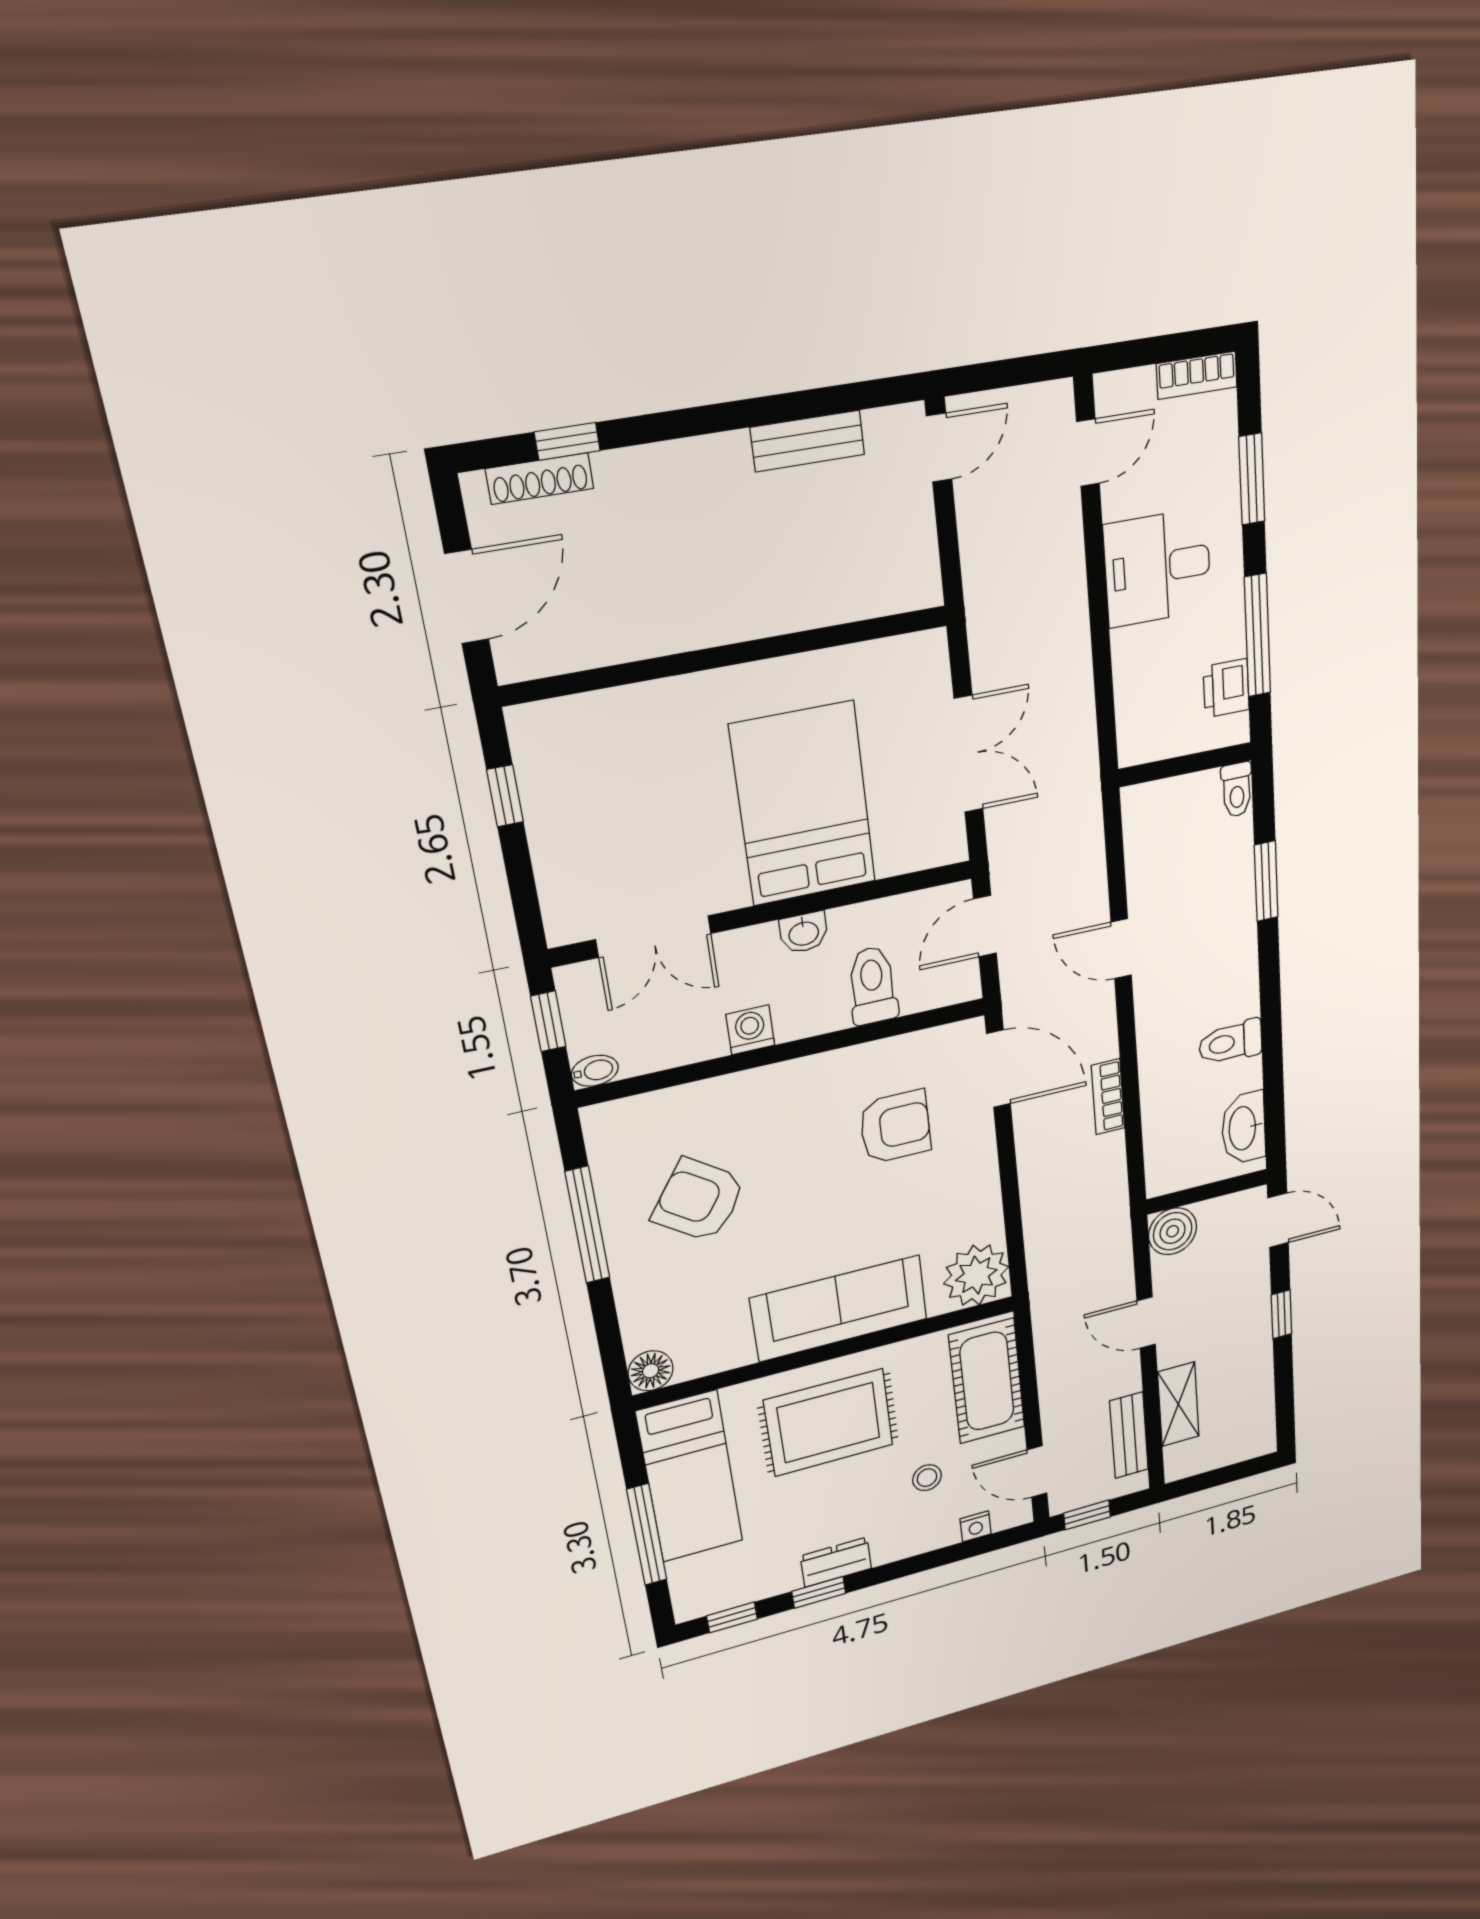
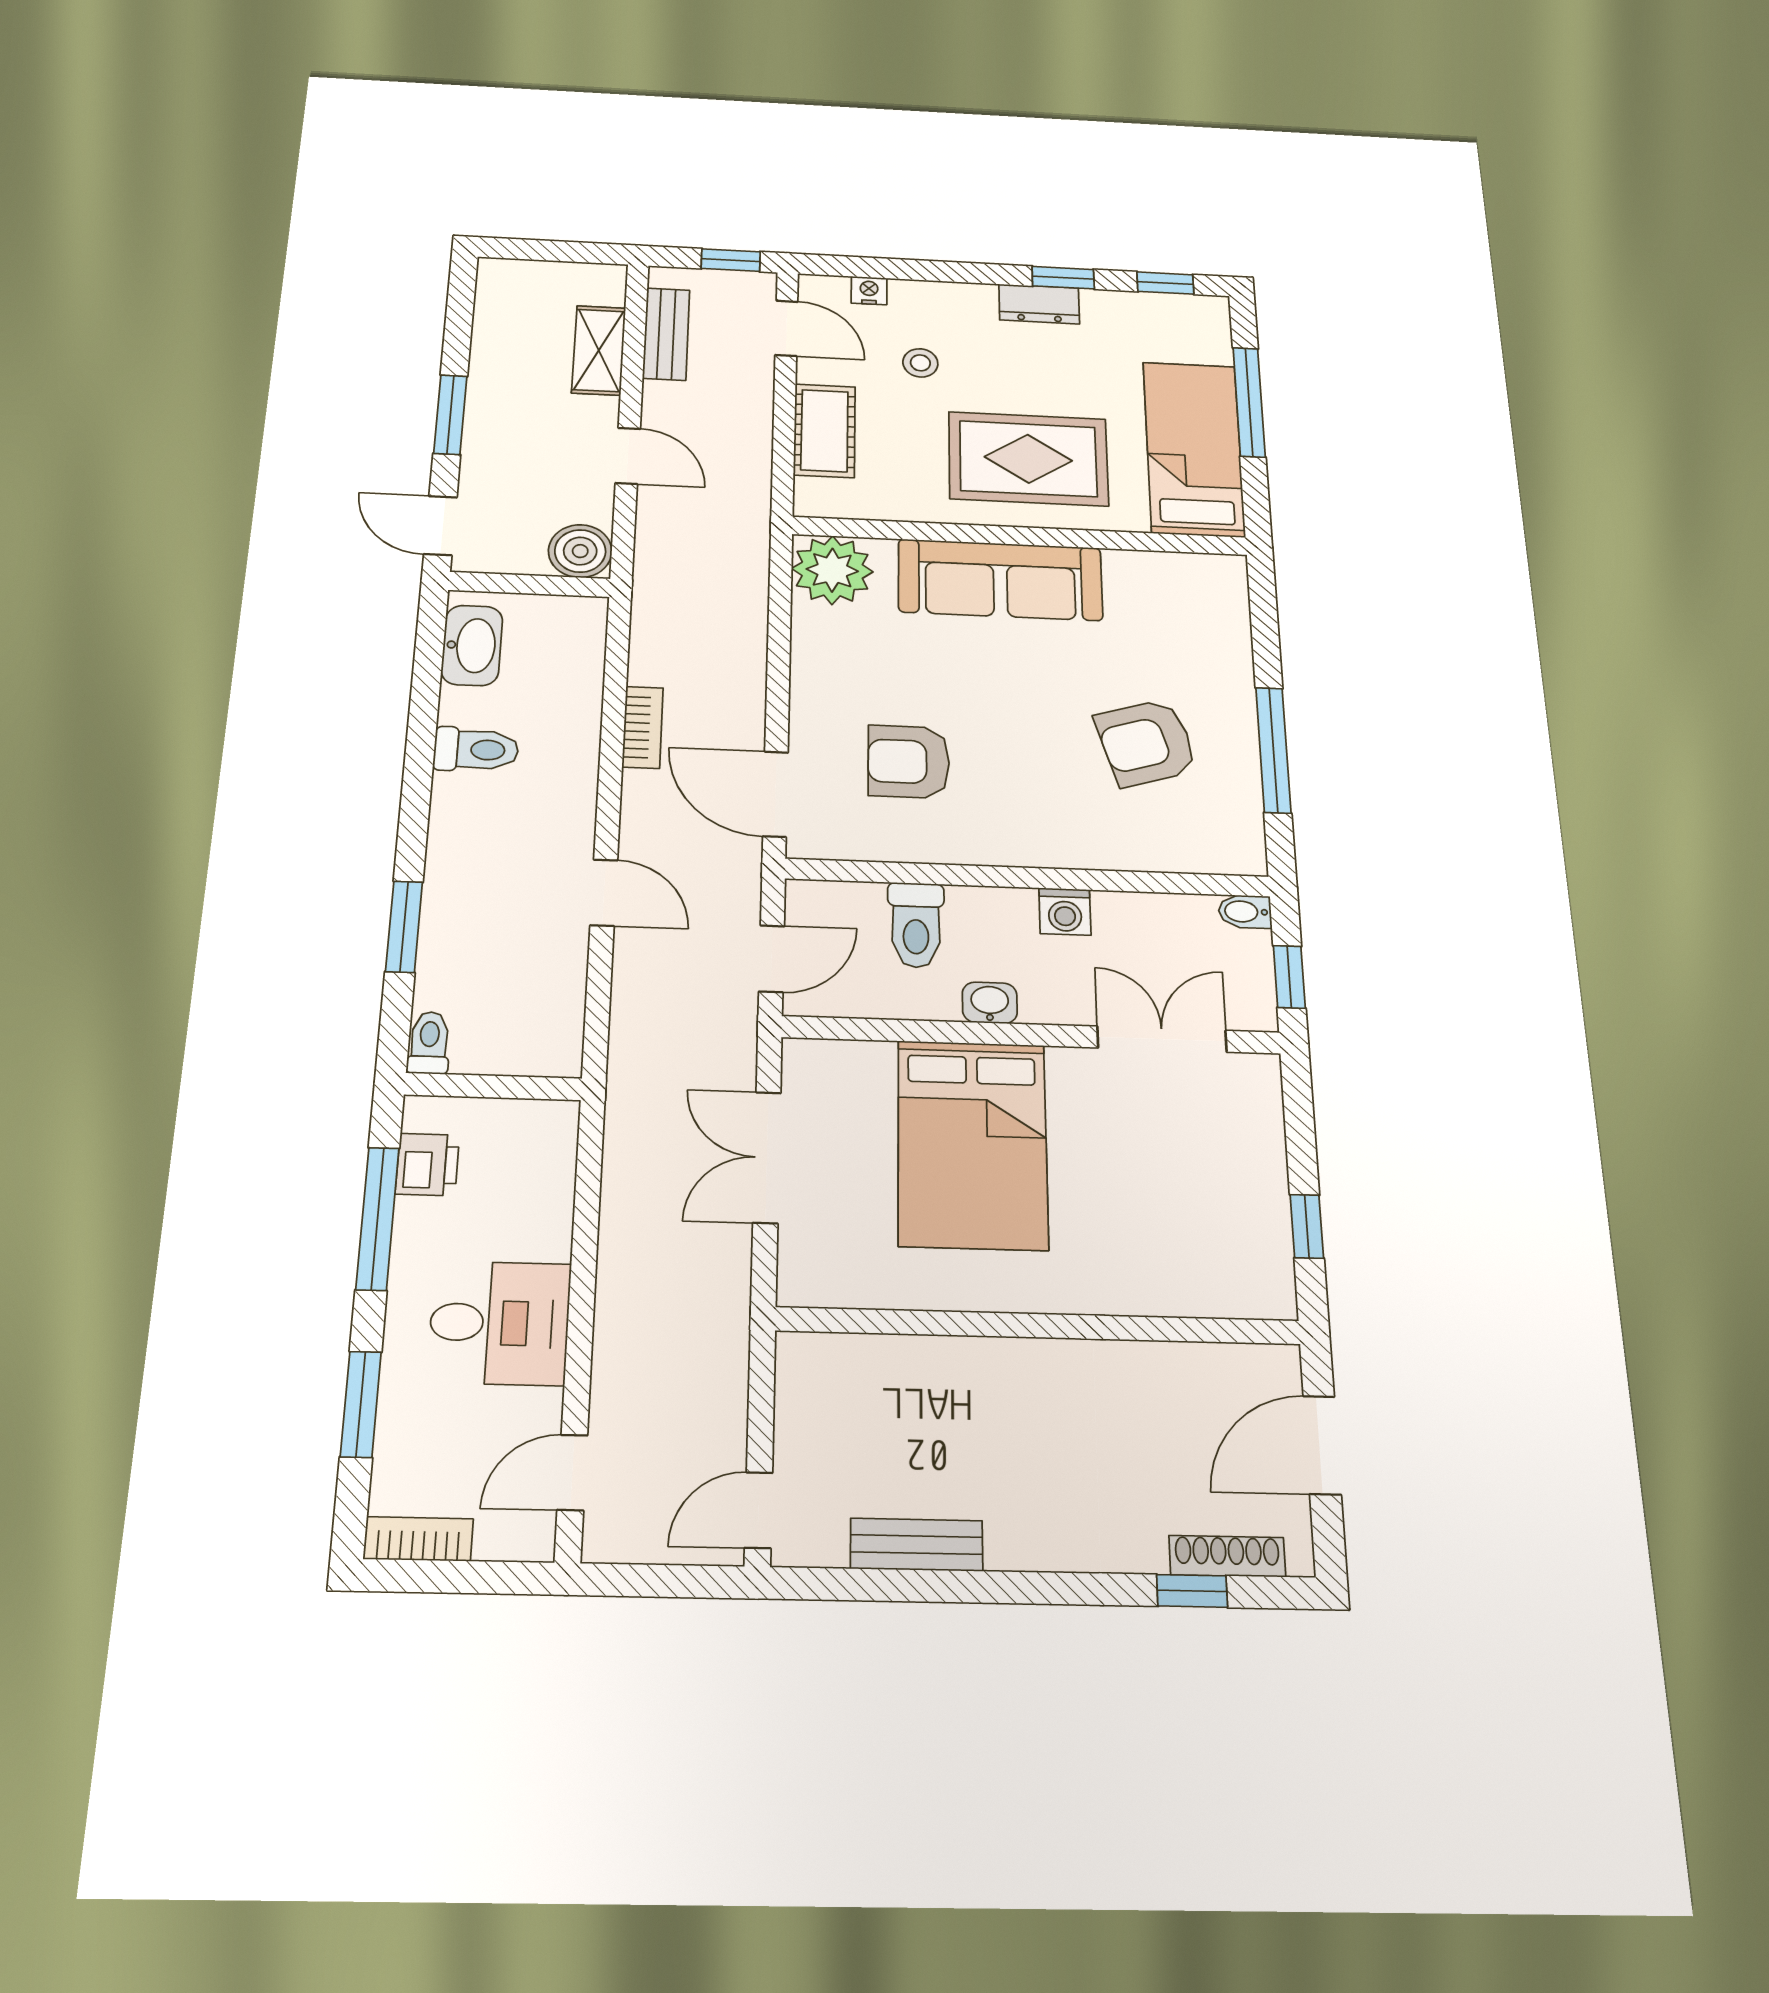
armchair: (699, 1200) -> (1146, 743), turned 128
window: (1281, 1314) -> (450, 415), width x1.50
floor lamp: (651, 1371) -> (1223, 575), removed
cot: (987, 1381) -> (825, 431), width x0.73, depth x0.75

